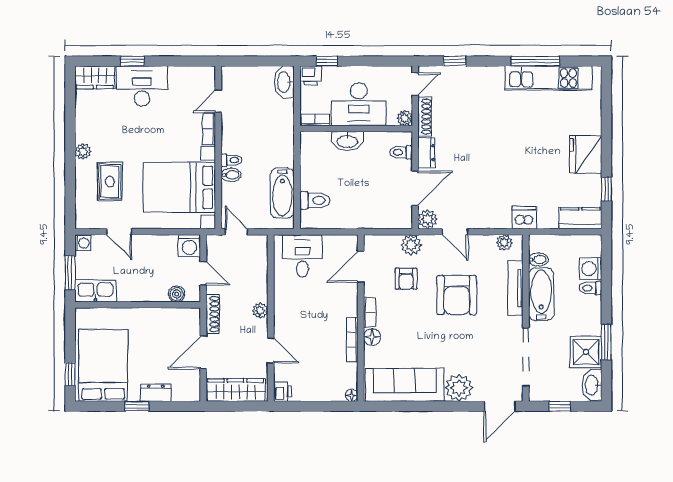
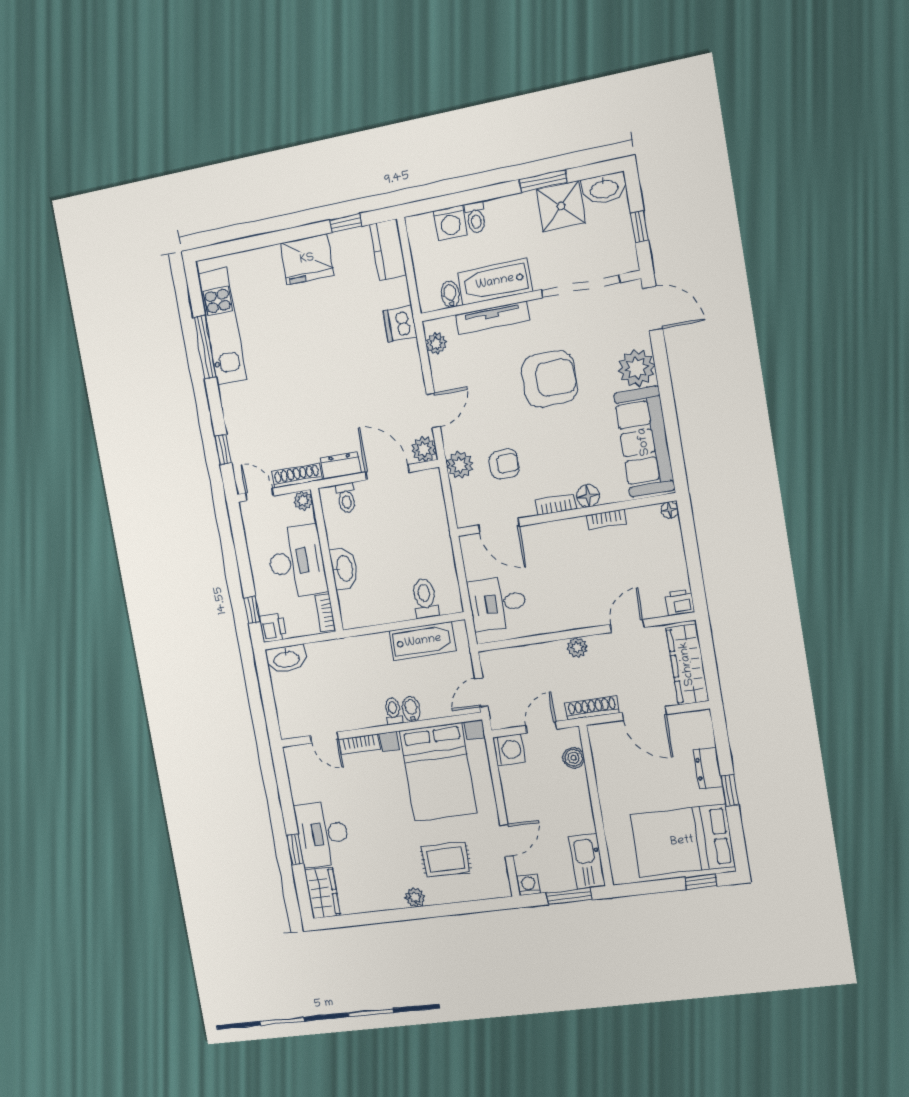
armchair: (457, 295) -> (549, 379), moved
bookcase: (352, 340) -> (606, 520), width x0.64

